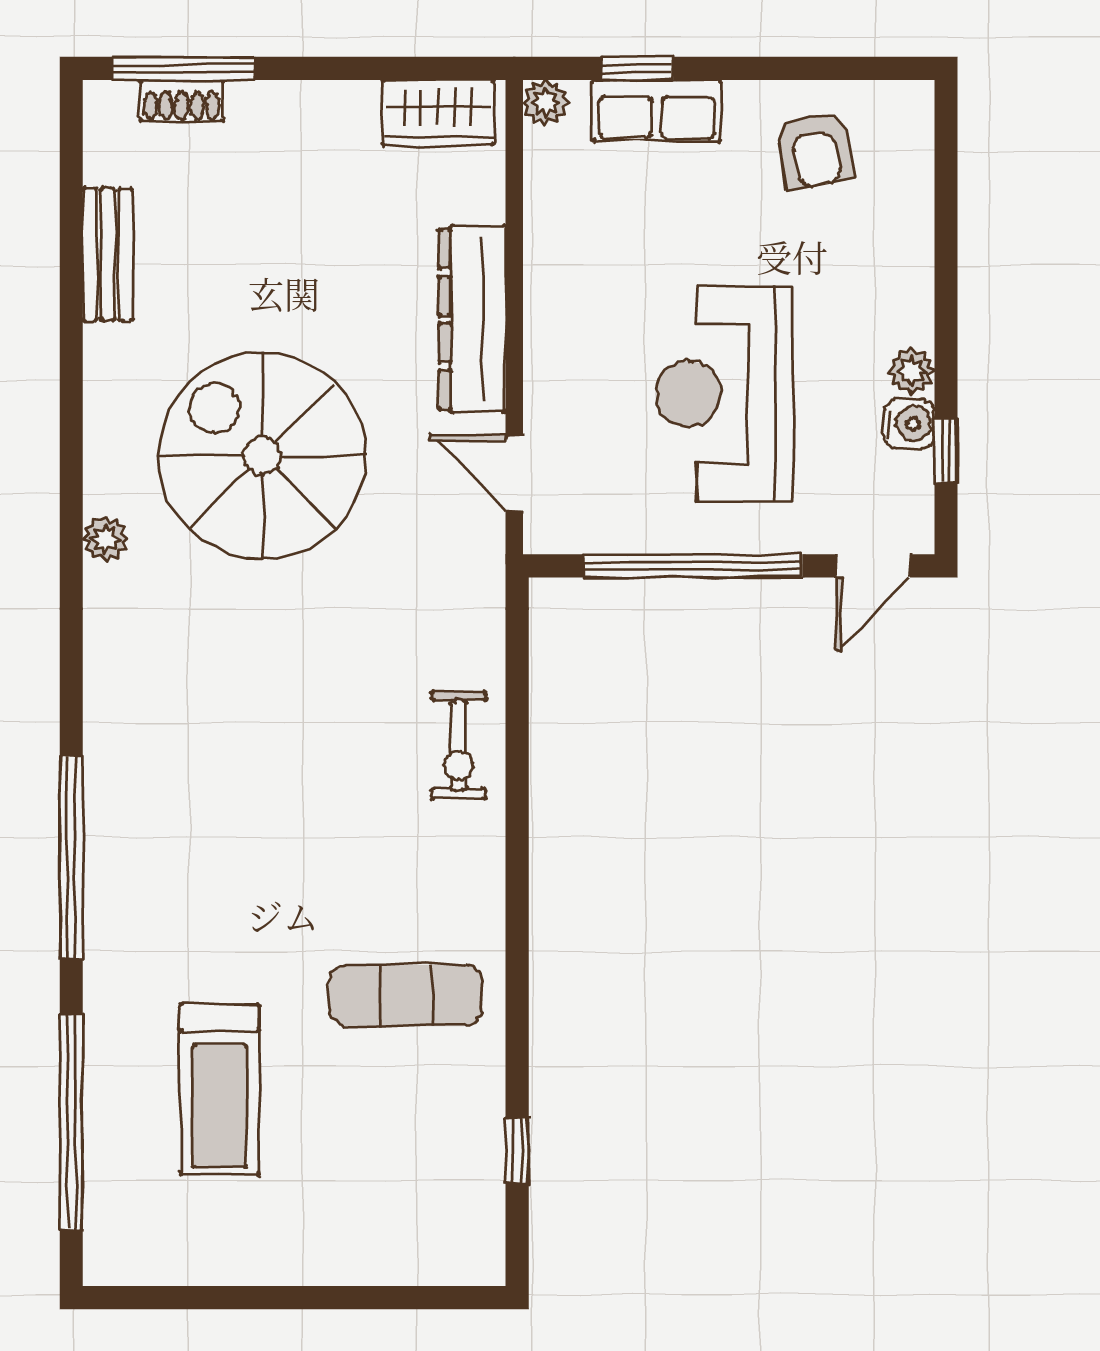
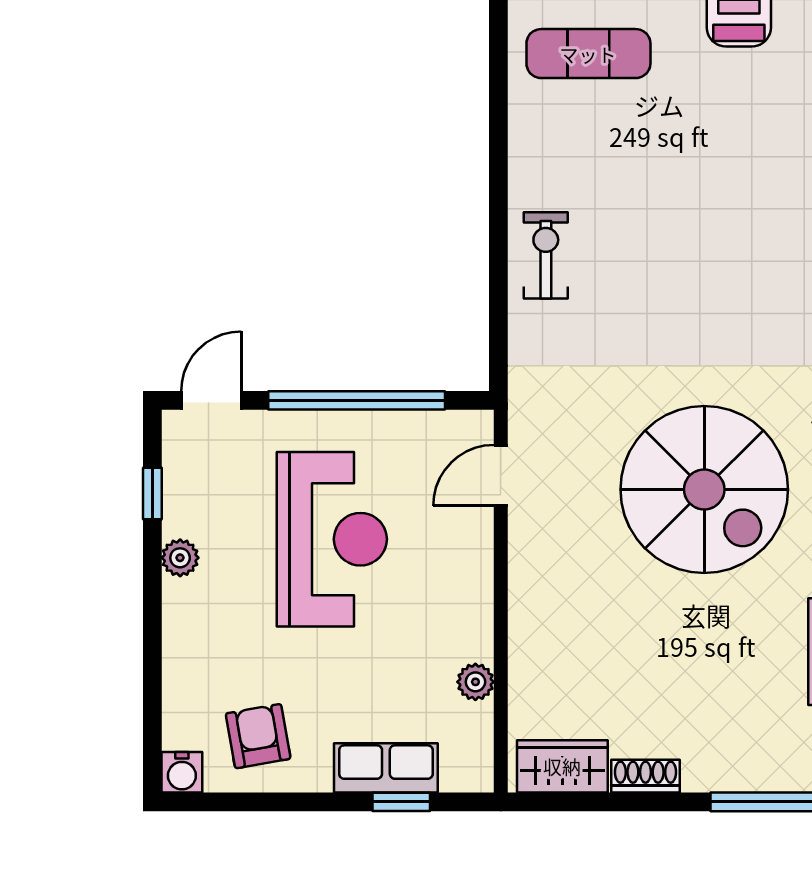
shoe rack: (182, 100) -> (646, 776), moved
plant: (546, 103) -> (475, 682), moved
dresser: (472, 319) -> (535, 599), removed
water cooler: (909, 424) -> (182, 772), moved, turned -90
door: (514, 473) -> (501, 475), swing flipped

